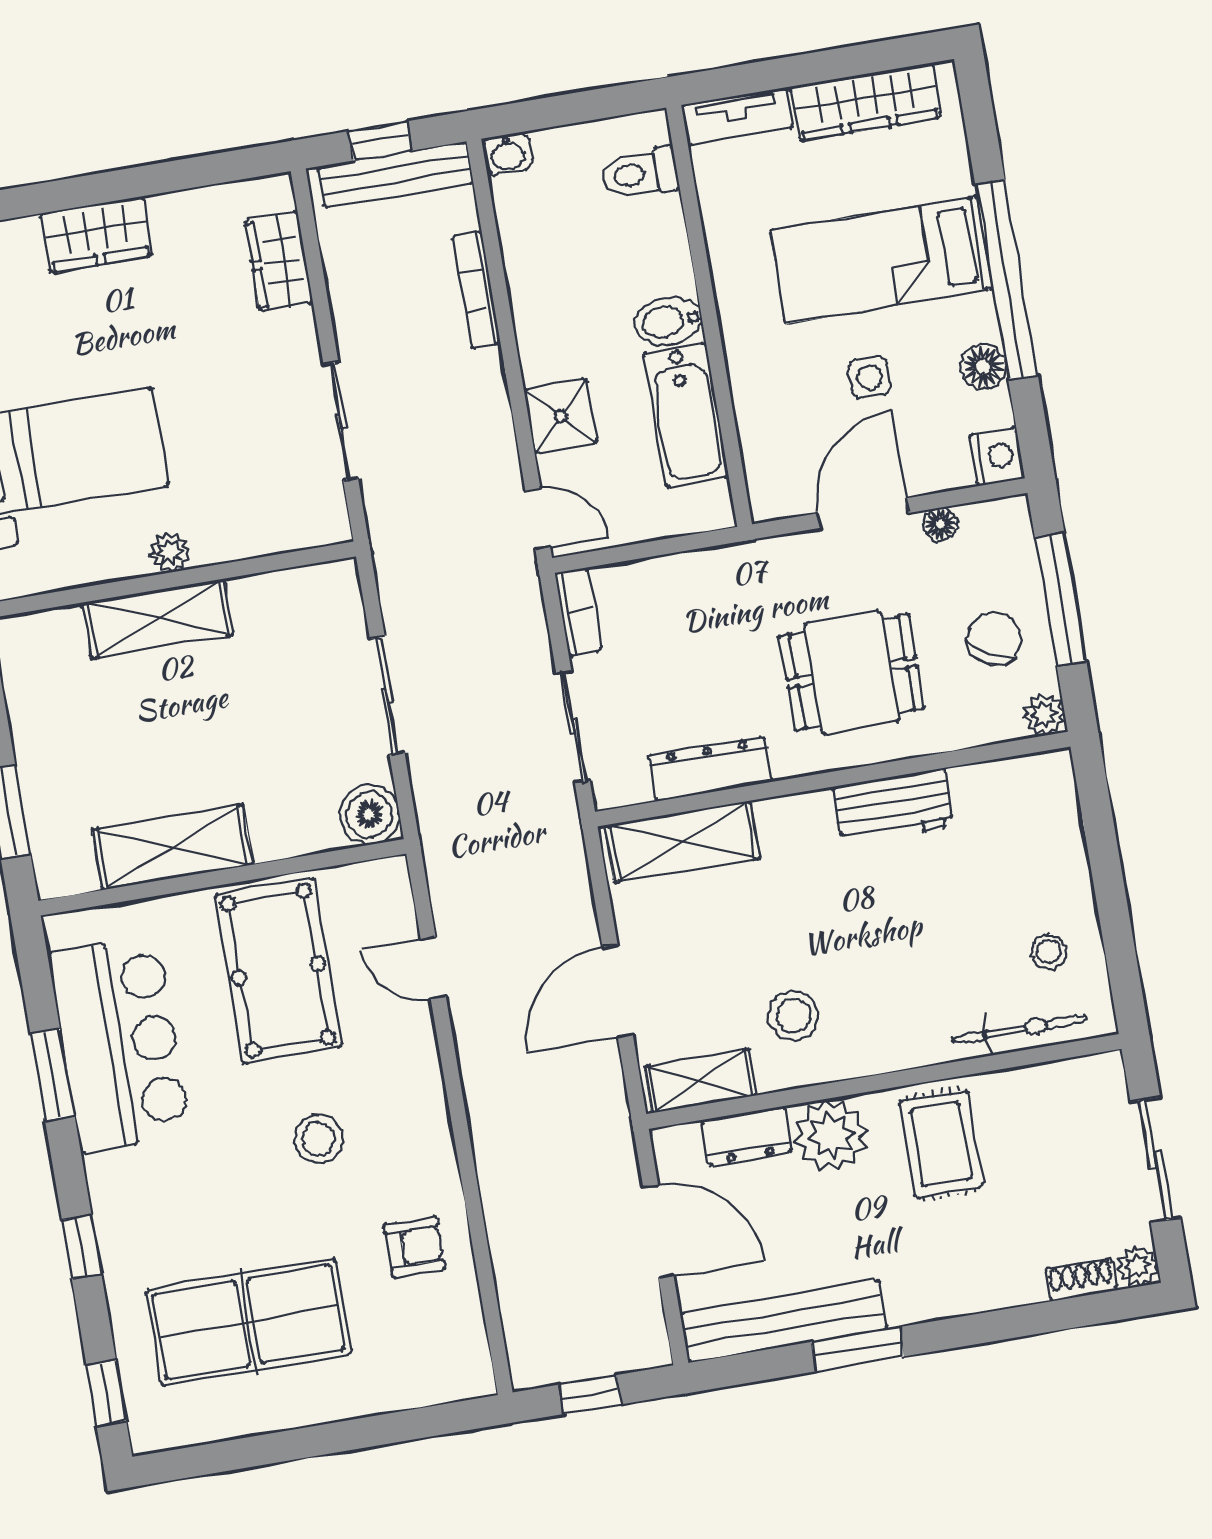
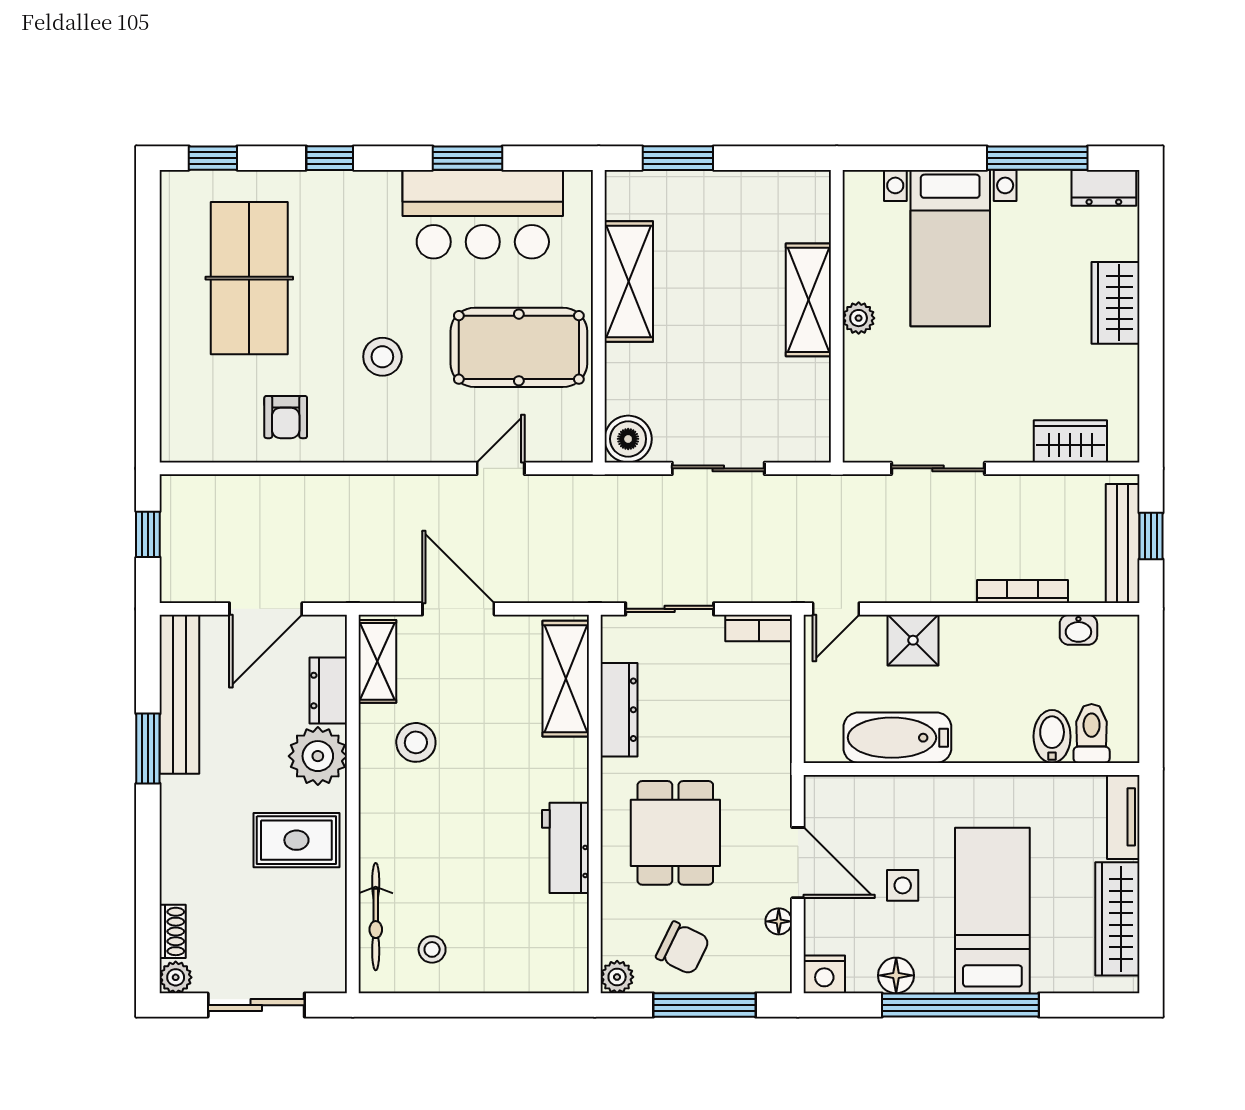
washbasin: (508, 154) -> (1078, 630), moved, turned -90
bidet: (668, 321) -> (1052, 736), moved

